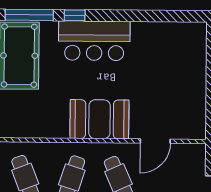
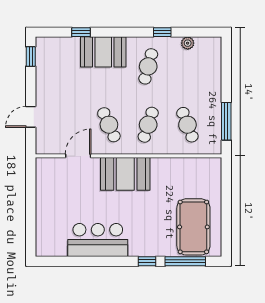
bar counter: (94, 41) -> (98, 240), moved

